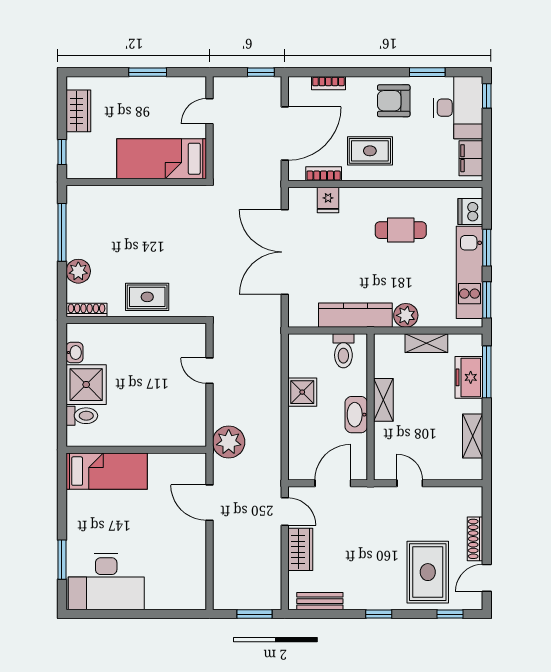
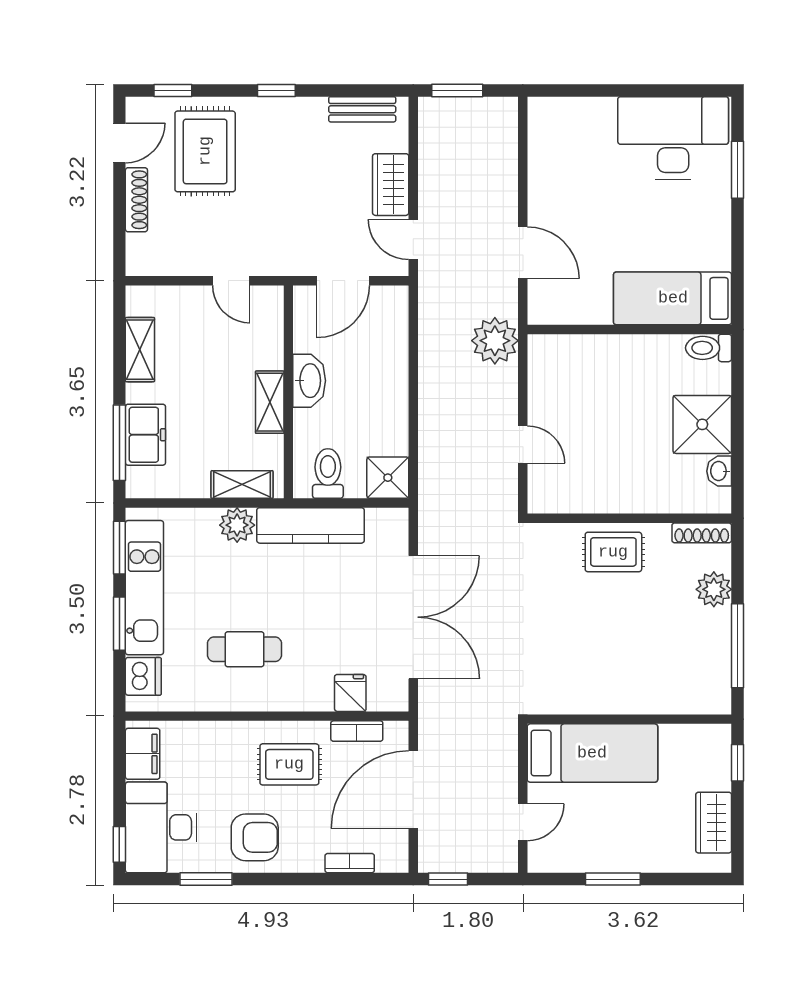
shelving: (426, 343) -> (242, 485), moved
shower: (302, 392) -> (388, 478), moved
toilet: (82, 416) -> (709, 348), moved

